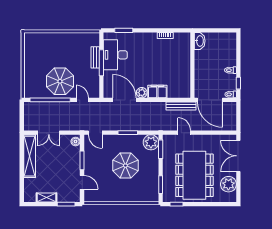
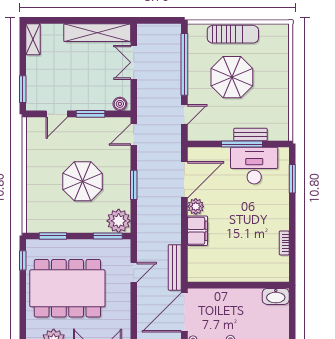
sun lounger: (31, 69) -> (233, 34), added
parasol: (60, 81) -> (232, 77), moved
shelving: (47, 198) -> (33, 39), moved

